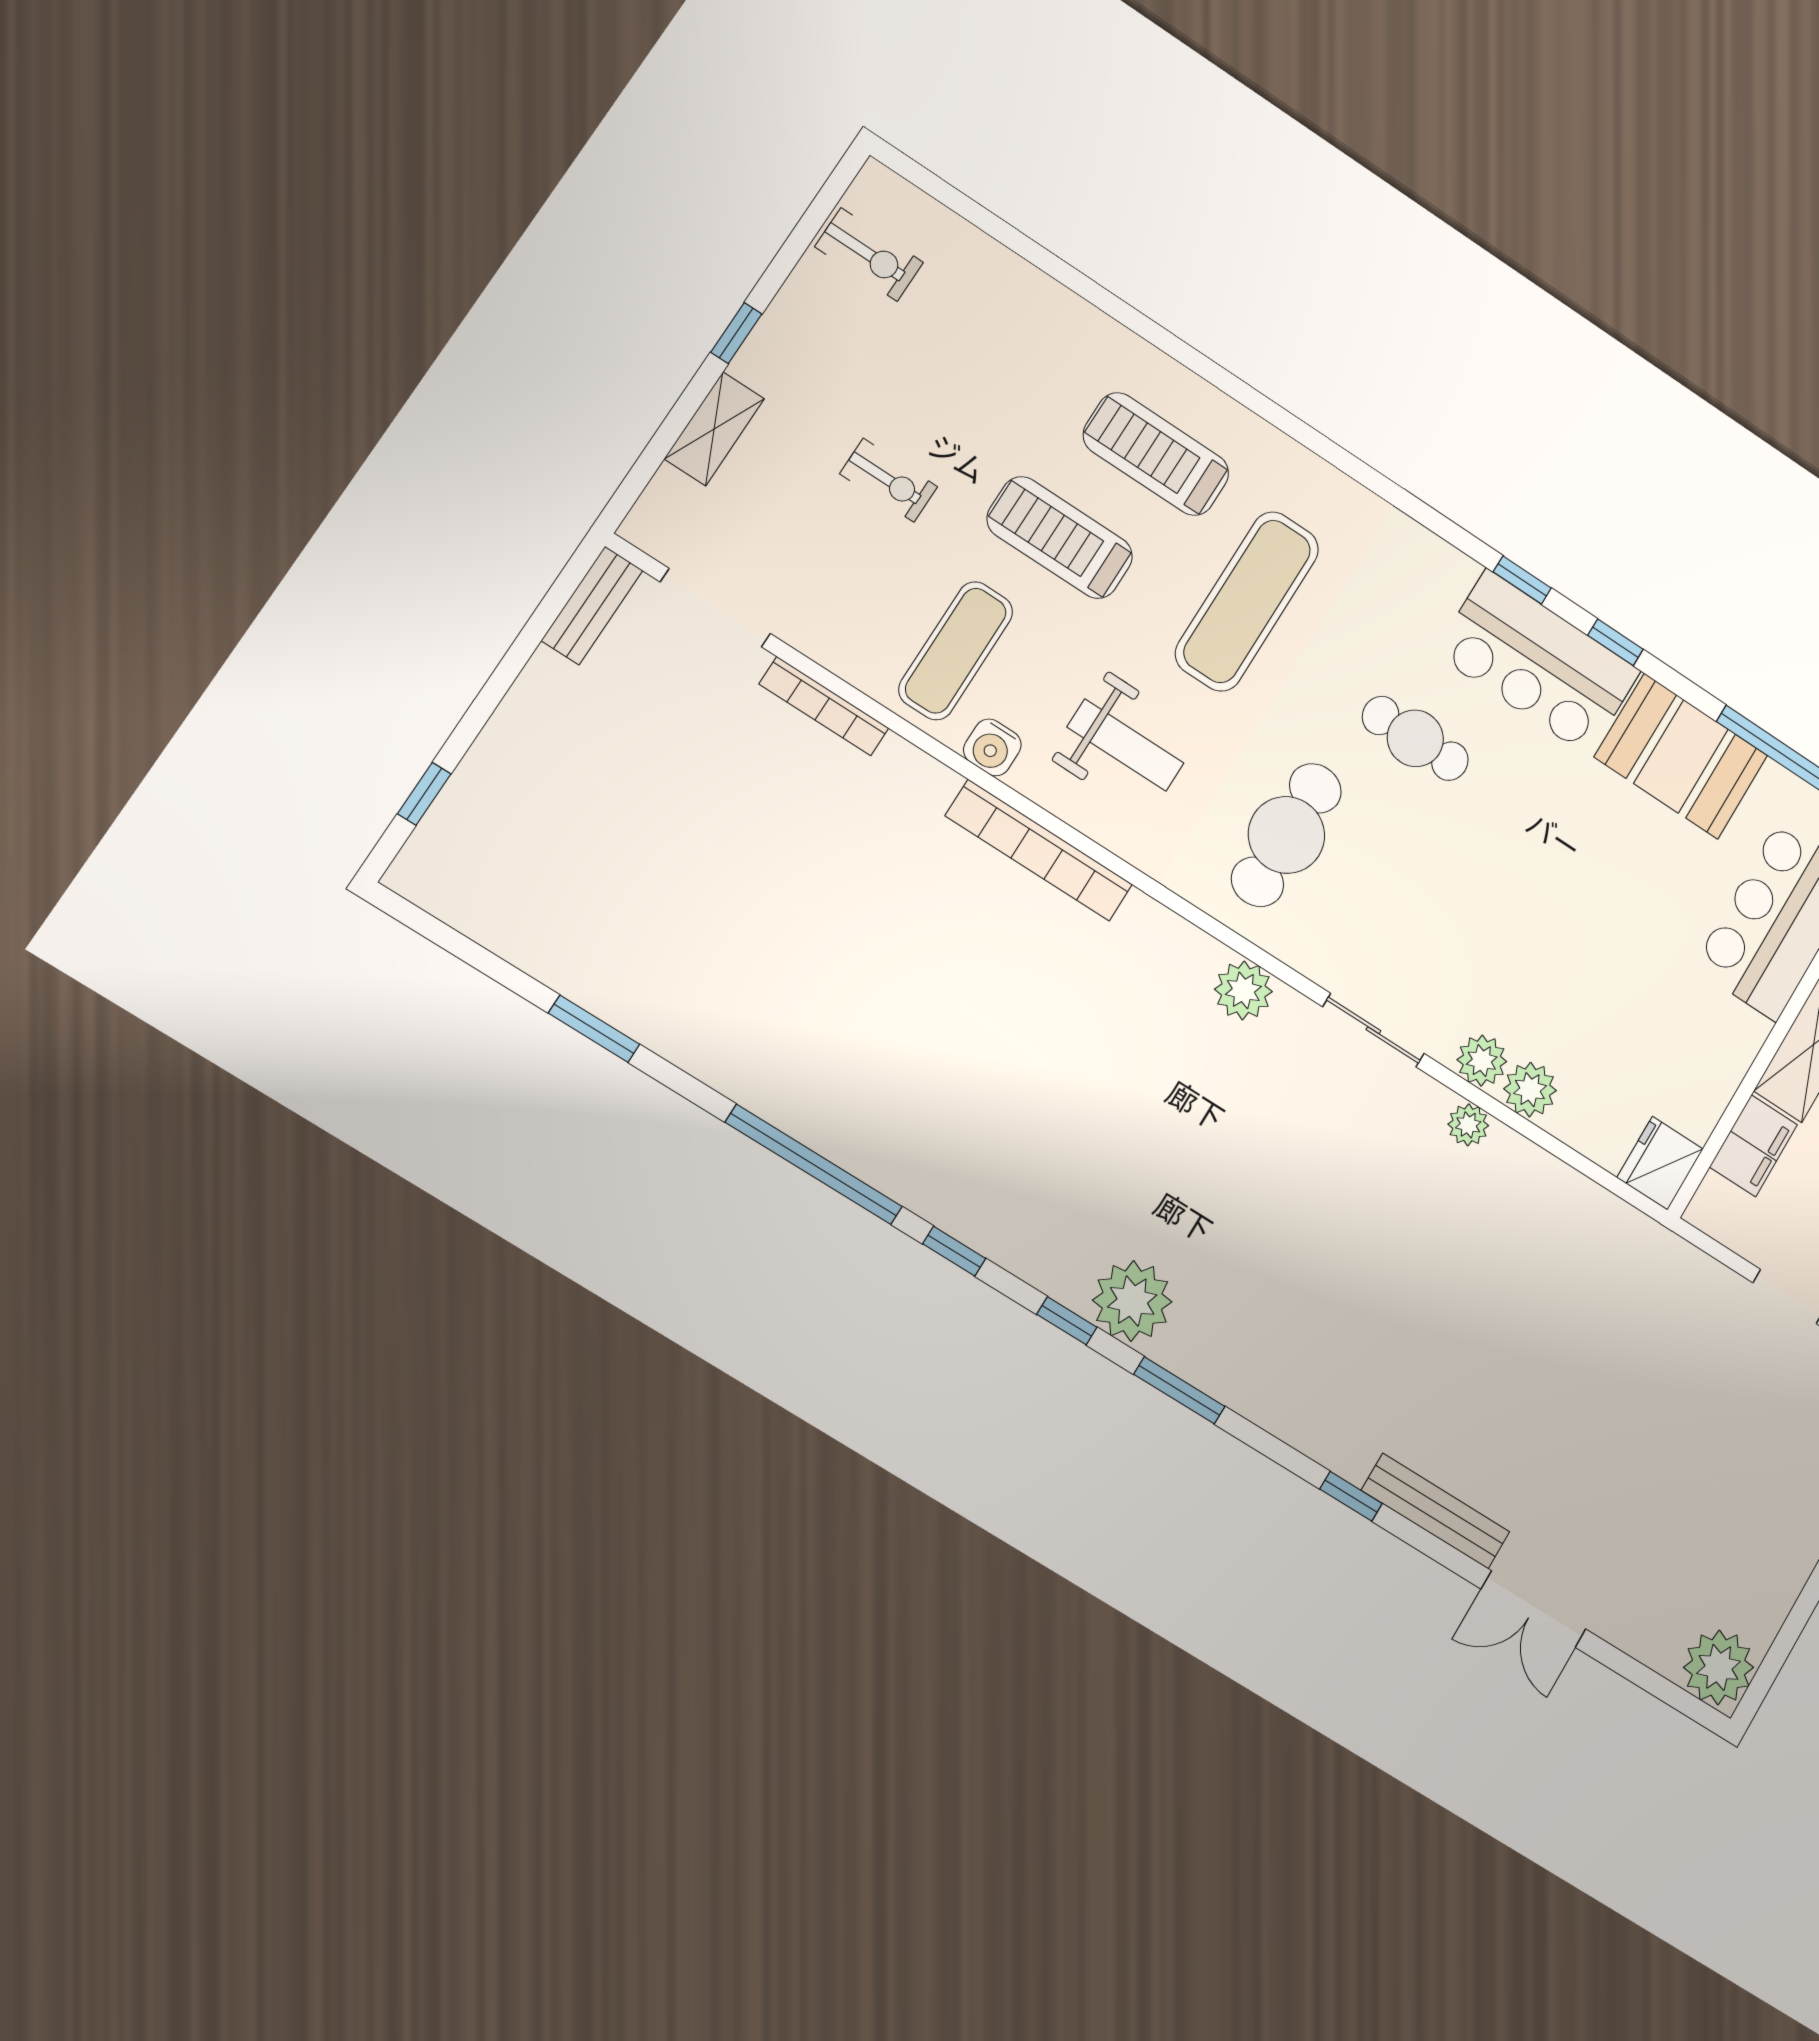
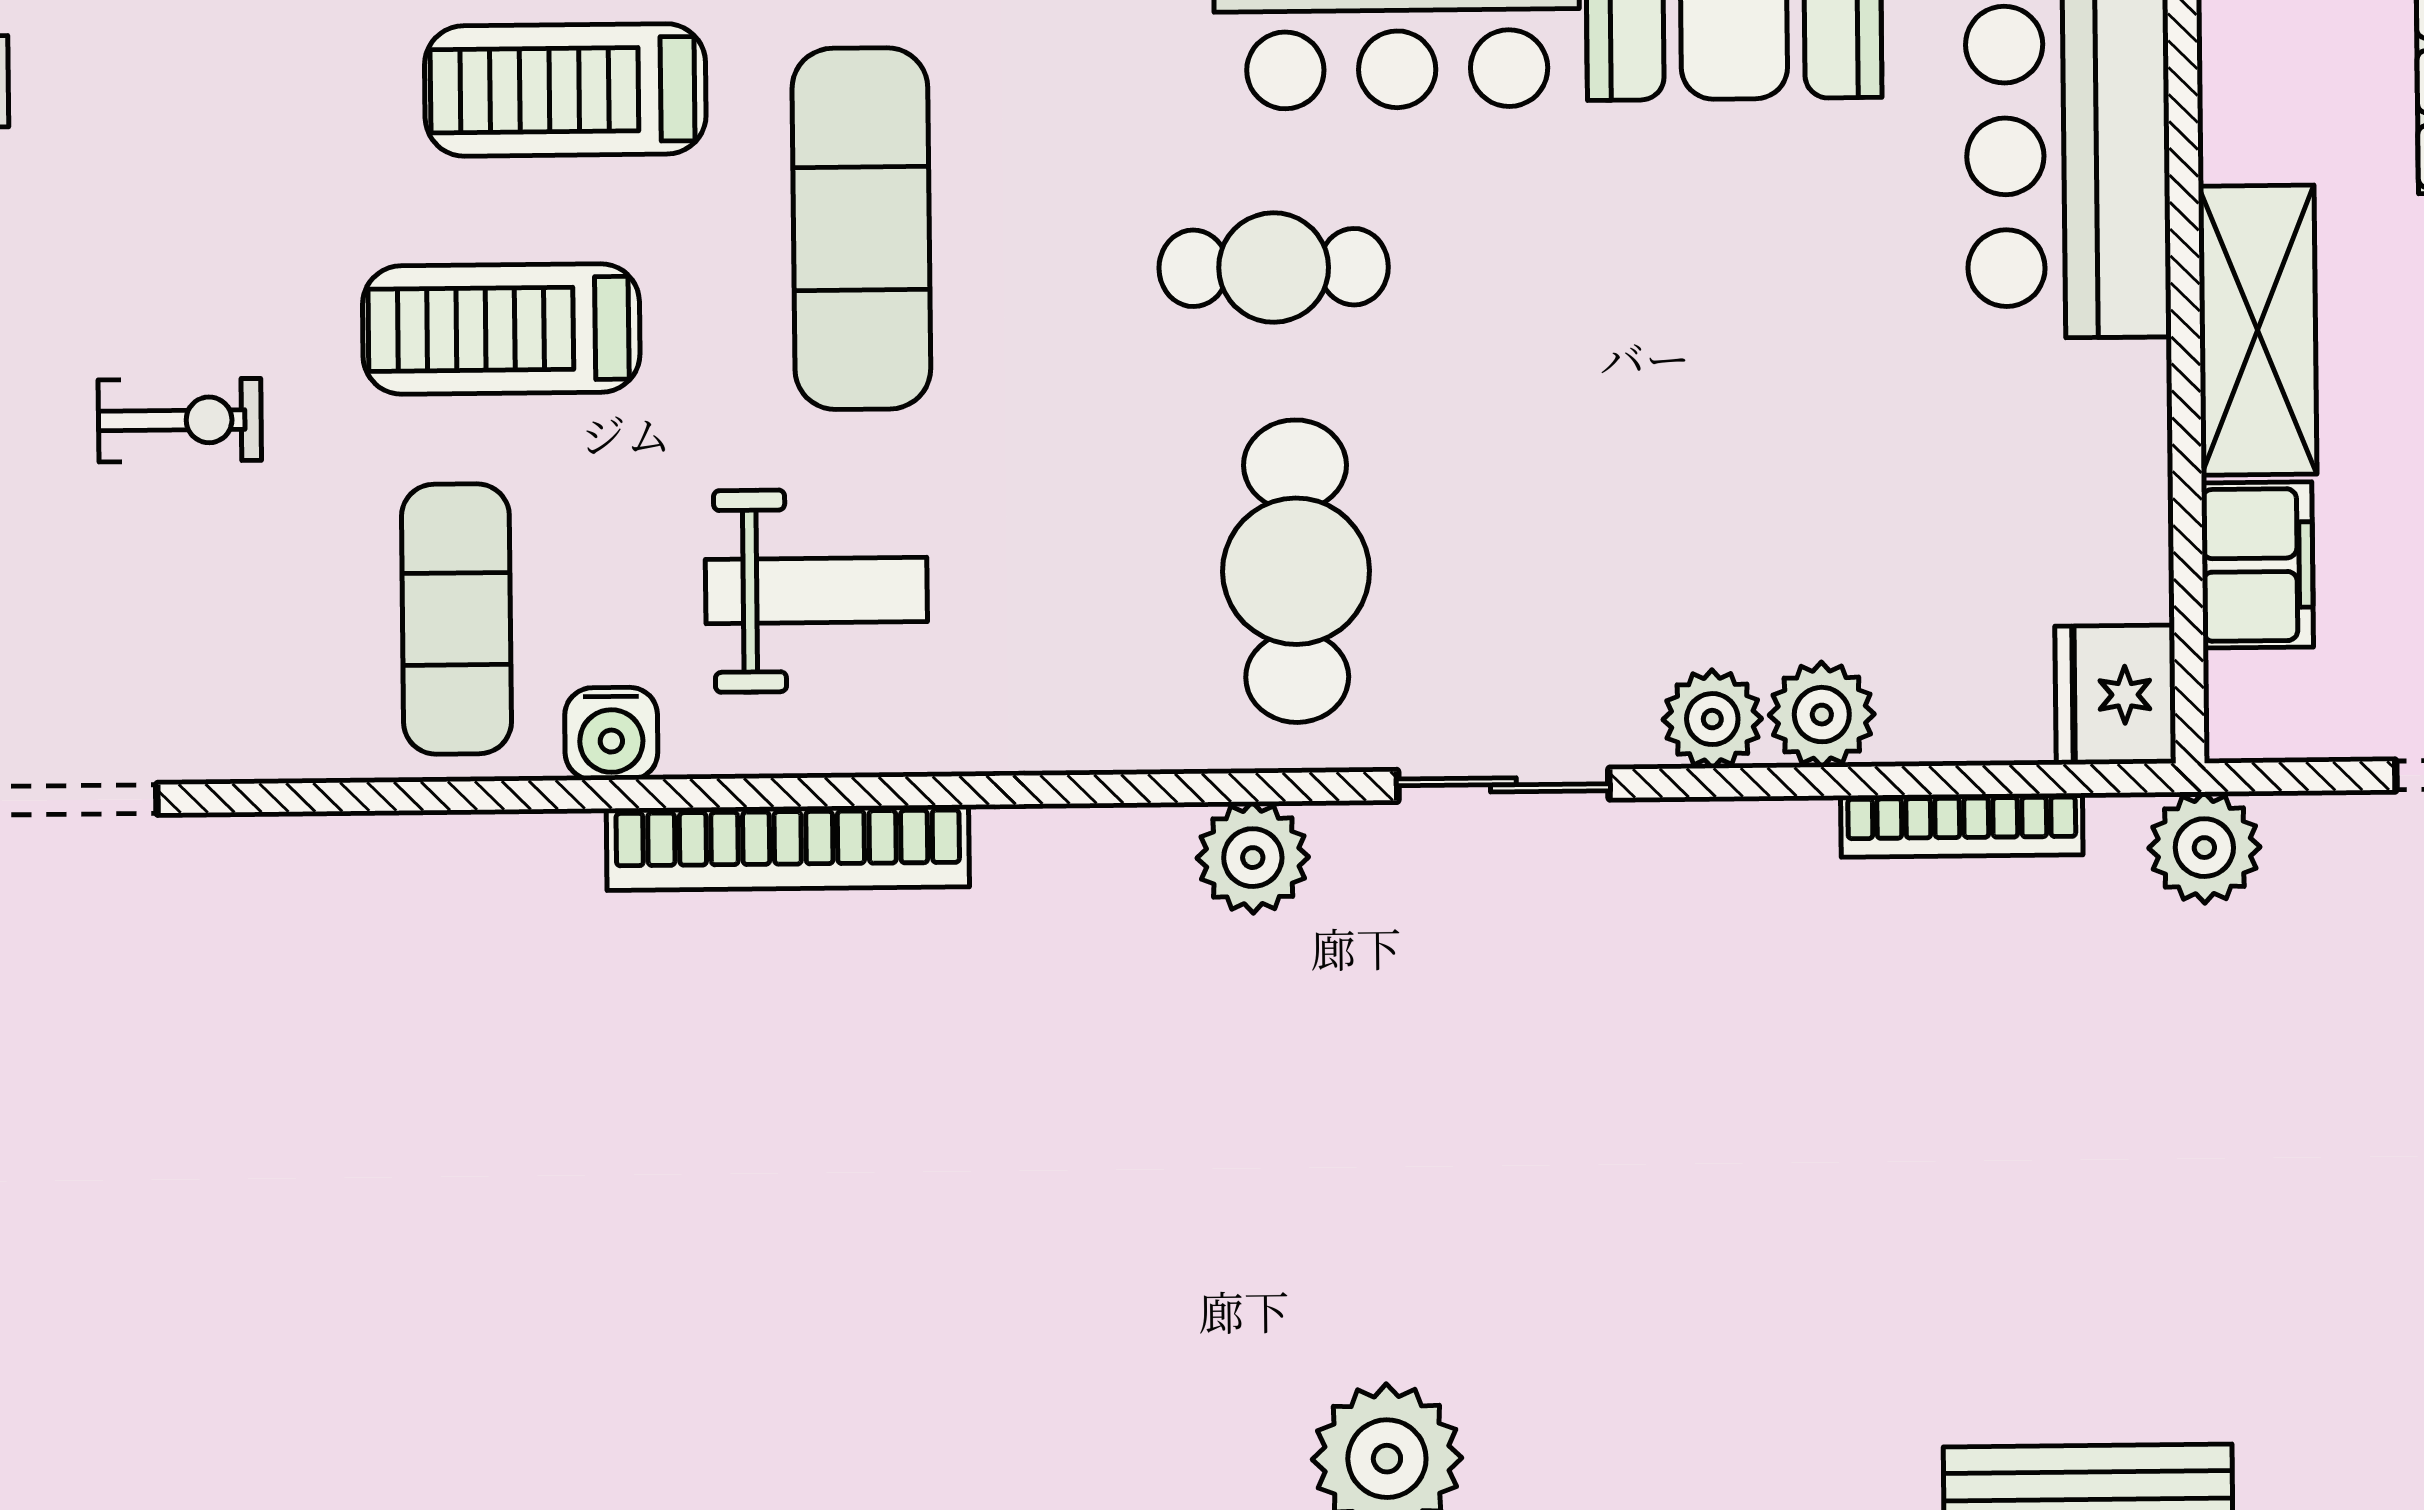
bookcase: (824, 706) -> (1962, 825), moved
cafe table: (1286, 835) -> (1296, 571), moved
plant: (1468, 1125) -> (2204, 848), moved, width x1.38, depth x1.38

